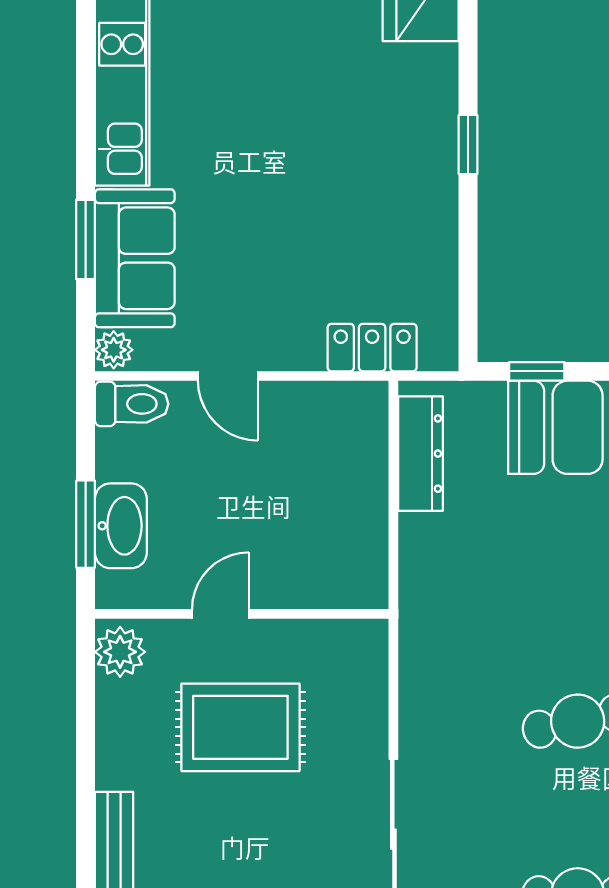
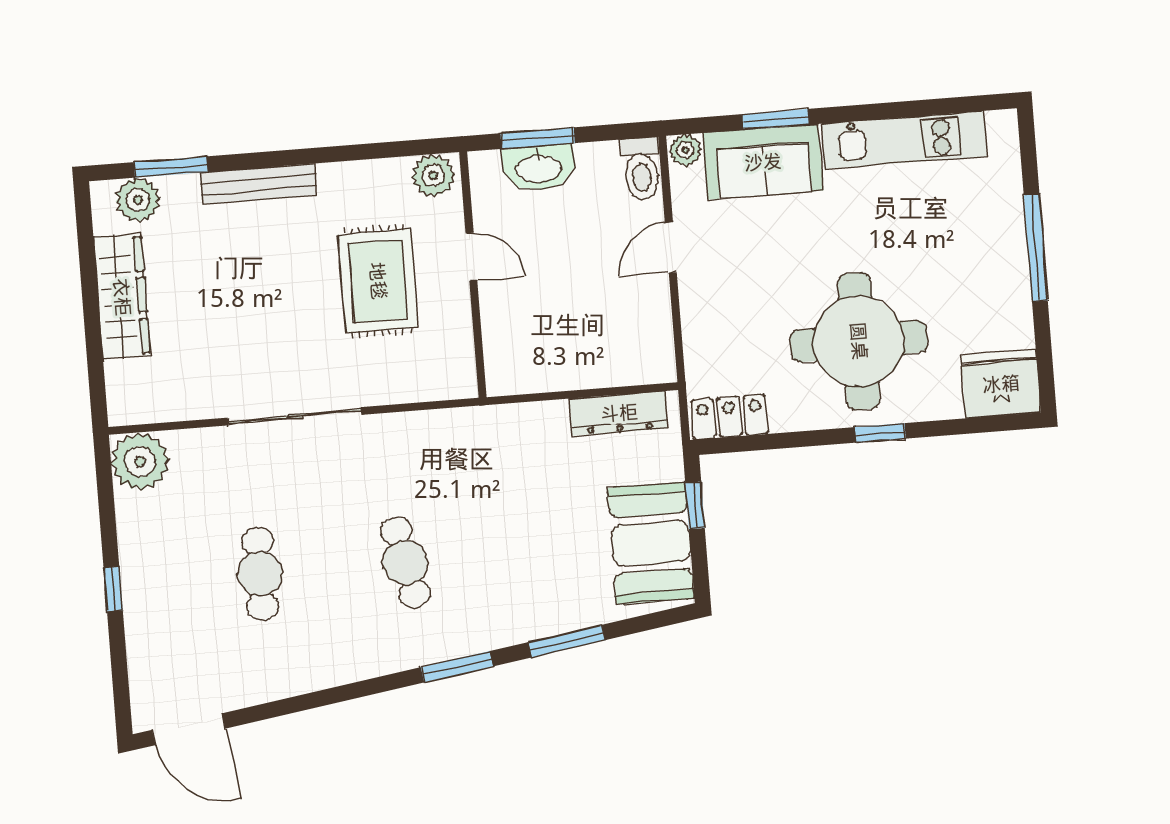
round table: (357, 161) -> (859, 341), added
locker: (372, 348) -> (729, 417), moved, turned -90

